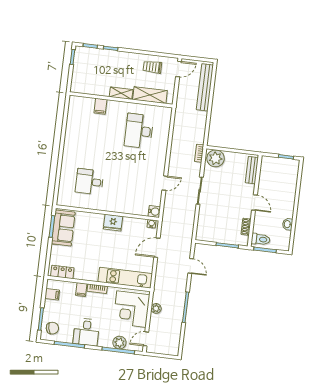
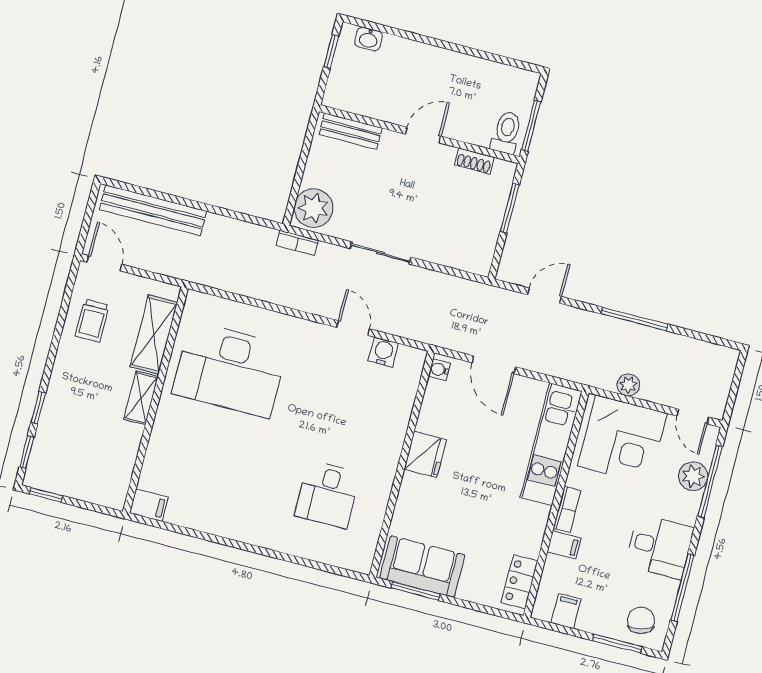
filing cabinet: (100, 106) -> (149, 505), moved
desk: (139, 131) -> (230, 370), width x1.36, depth x1.30
water cooler: (154, 211) -> (383, 352), moved
washbasin: (288, 224) -> (369, 39), moved

